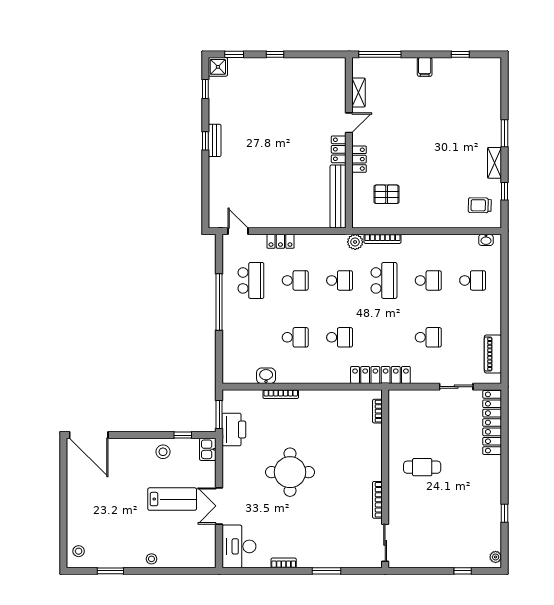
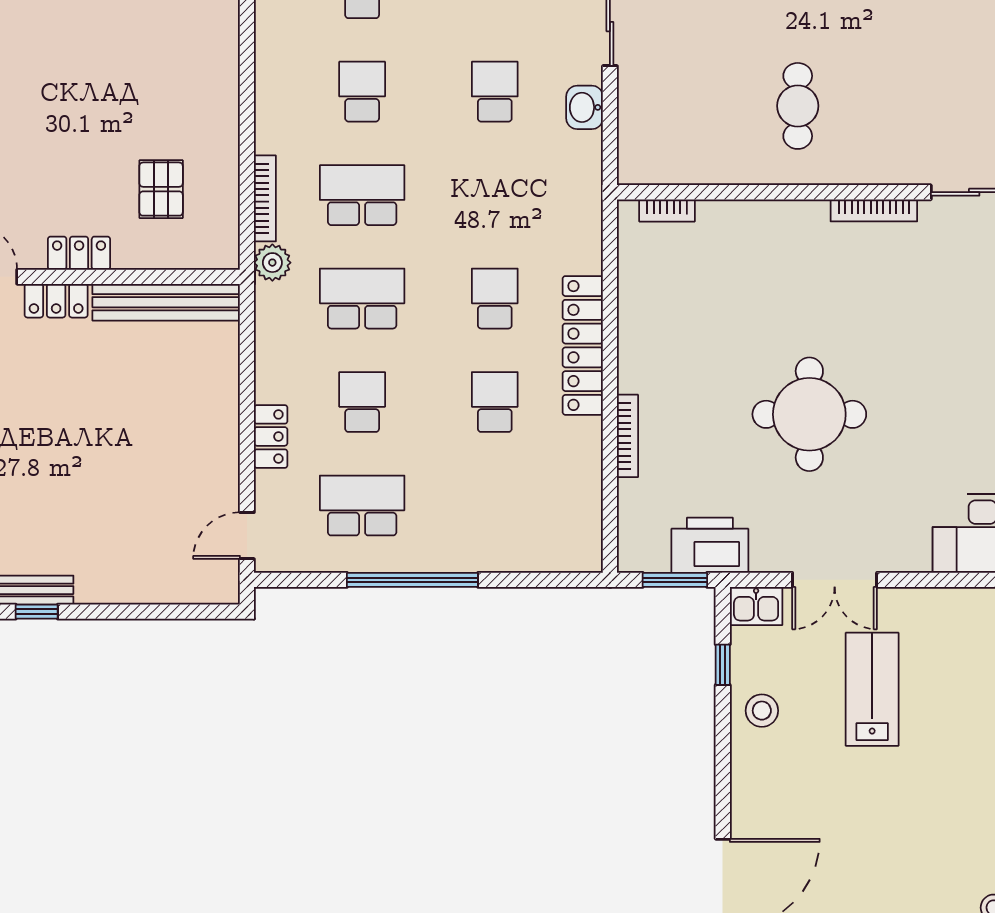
school desk: (340, 280) -> (362, 299), width x1.85
locker: (380, 375) -> (583, 345), moved
washbasin: (266, 376) -> (585, 107), moved
double door: (219, 506) -> (835, 580), moved

